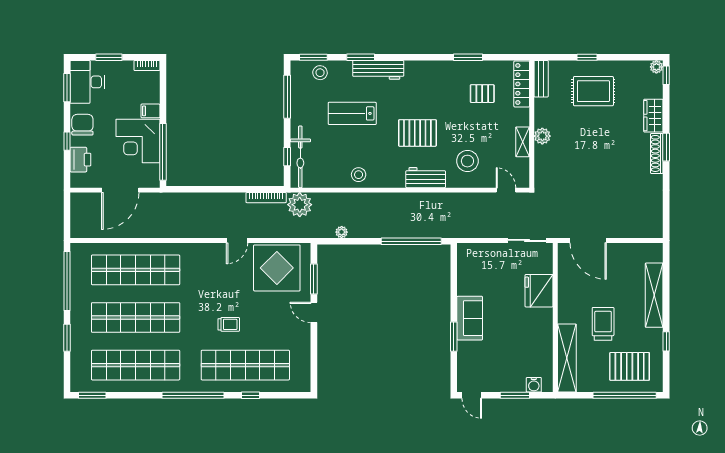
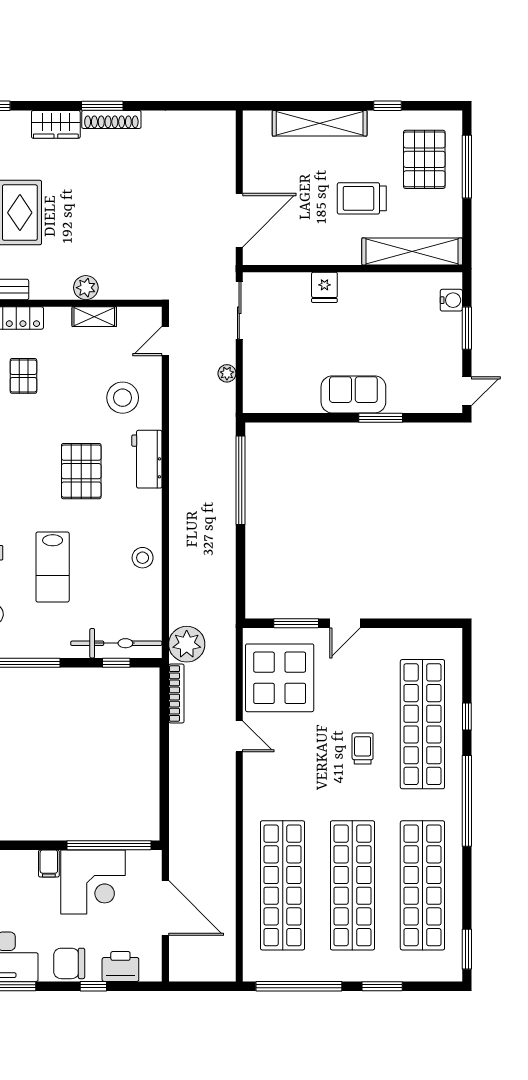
plant: (342, 232) -> (227, 373), moved
fridge: (539, 291) -> (324, 287), width x0.53, depth x0.75
window: (625, 395) -> (467, 167), width x0.68

